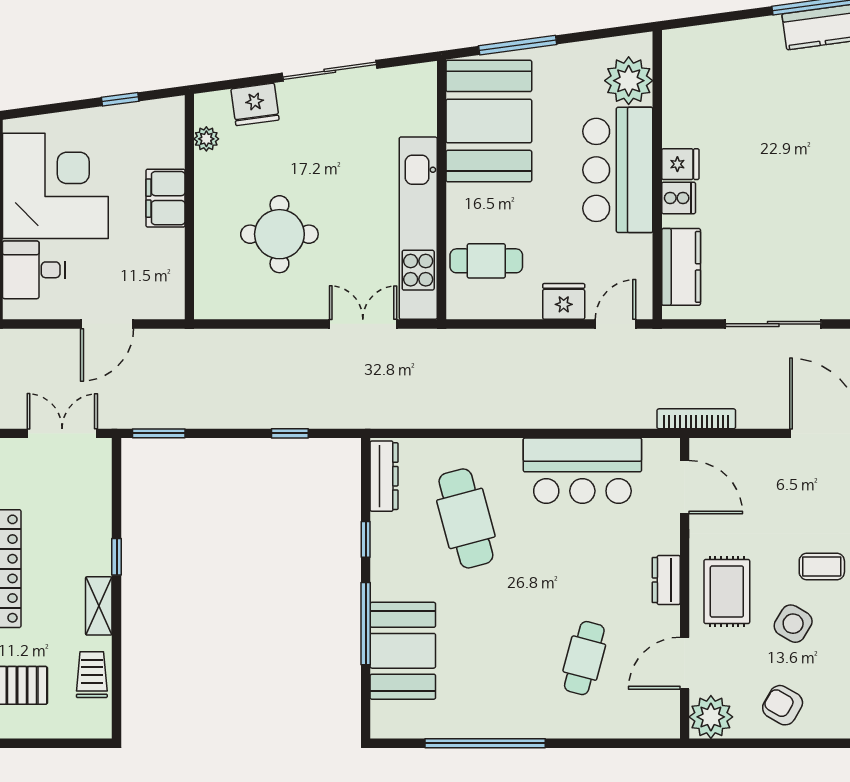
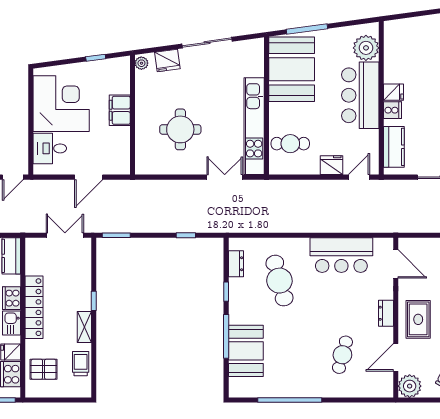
plant: (206, 139) -> (141, 63), moved
bookcase: (696, 419) -> (402, 228), removed
dresser: (384, 476) -> (236, 264), width x0.70

